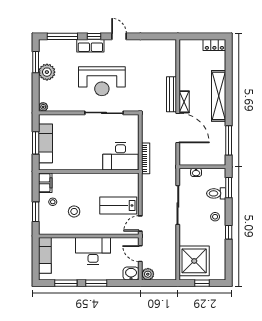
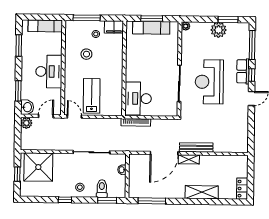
shelving: (219, 96) -> (202, 192), width x0.68
window: (36, 212) -> (87, 18), width x1.44
window: (96, 283) -> (18, 91), moved

